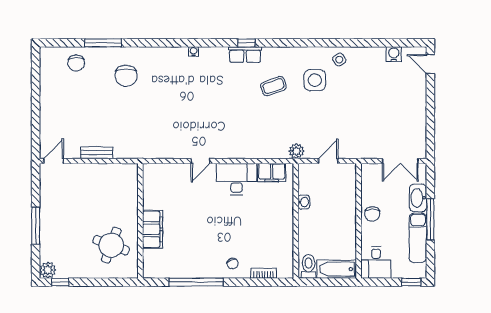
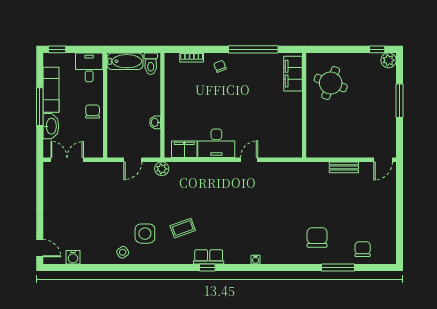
filing cabinet: (153, 229) -> (293, 74), moved

